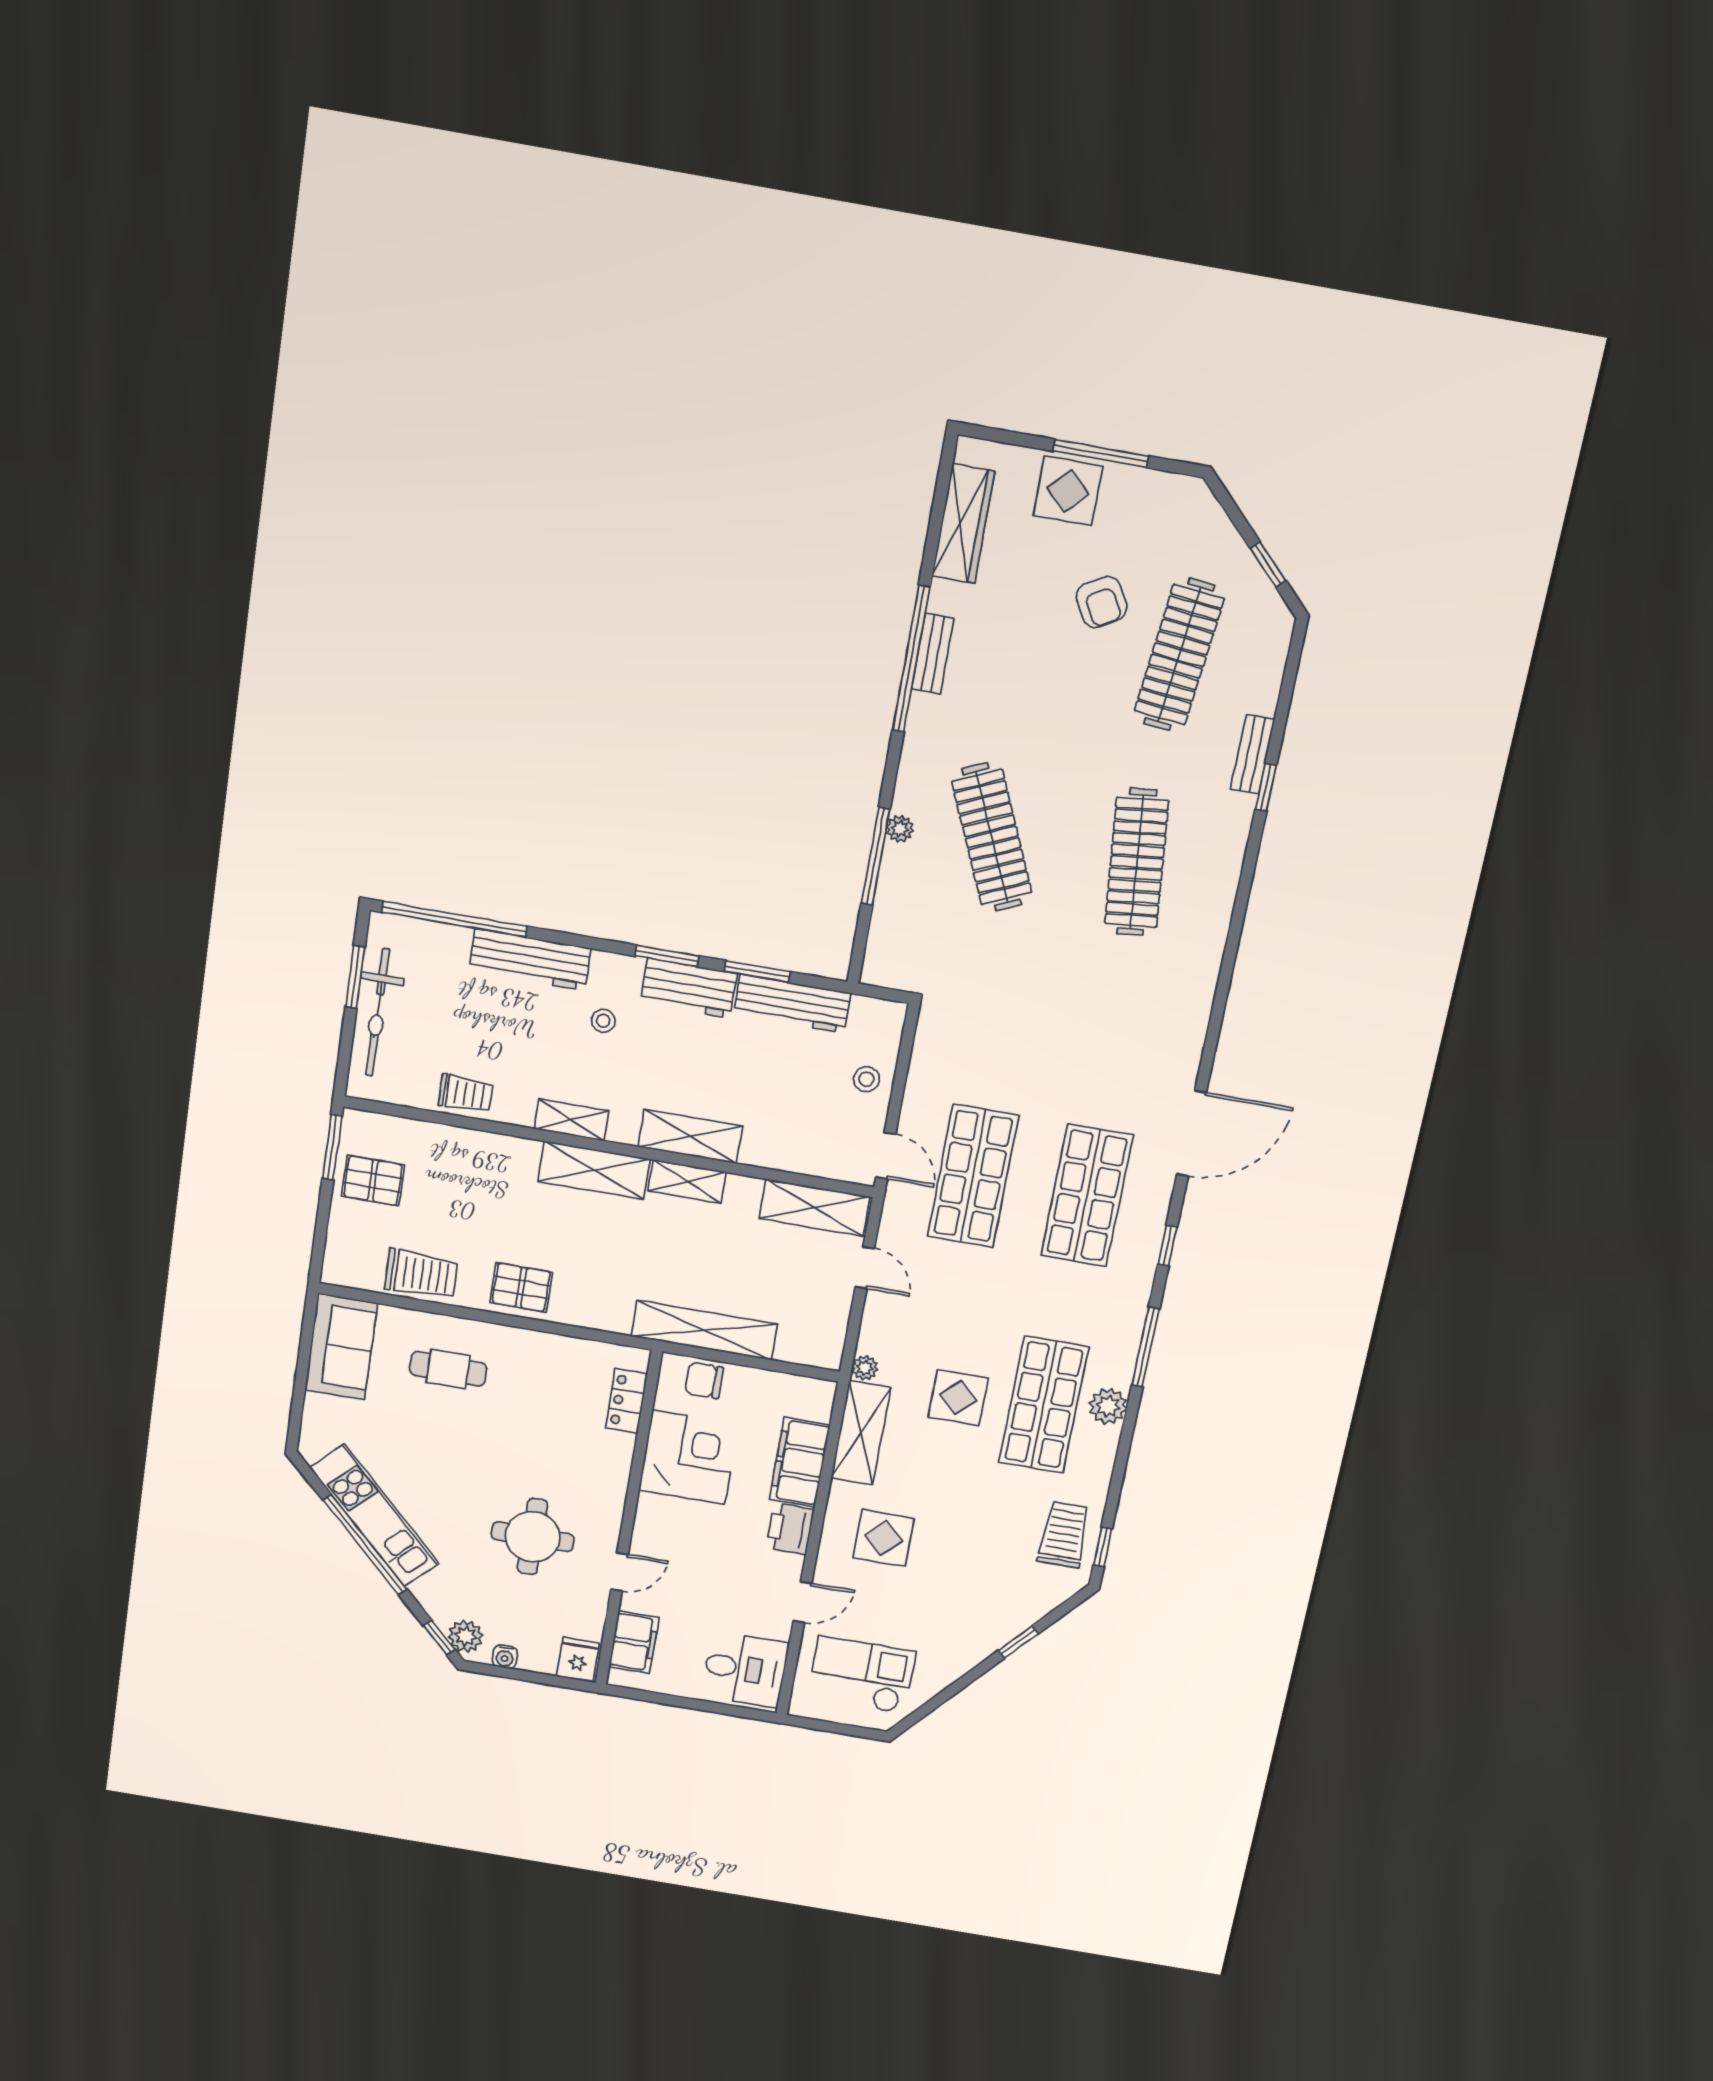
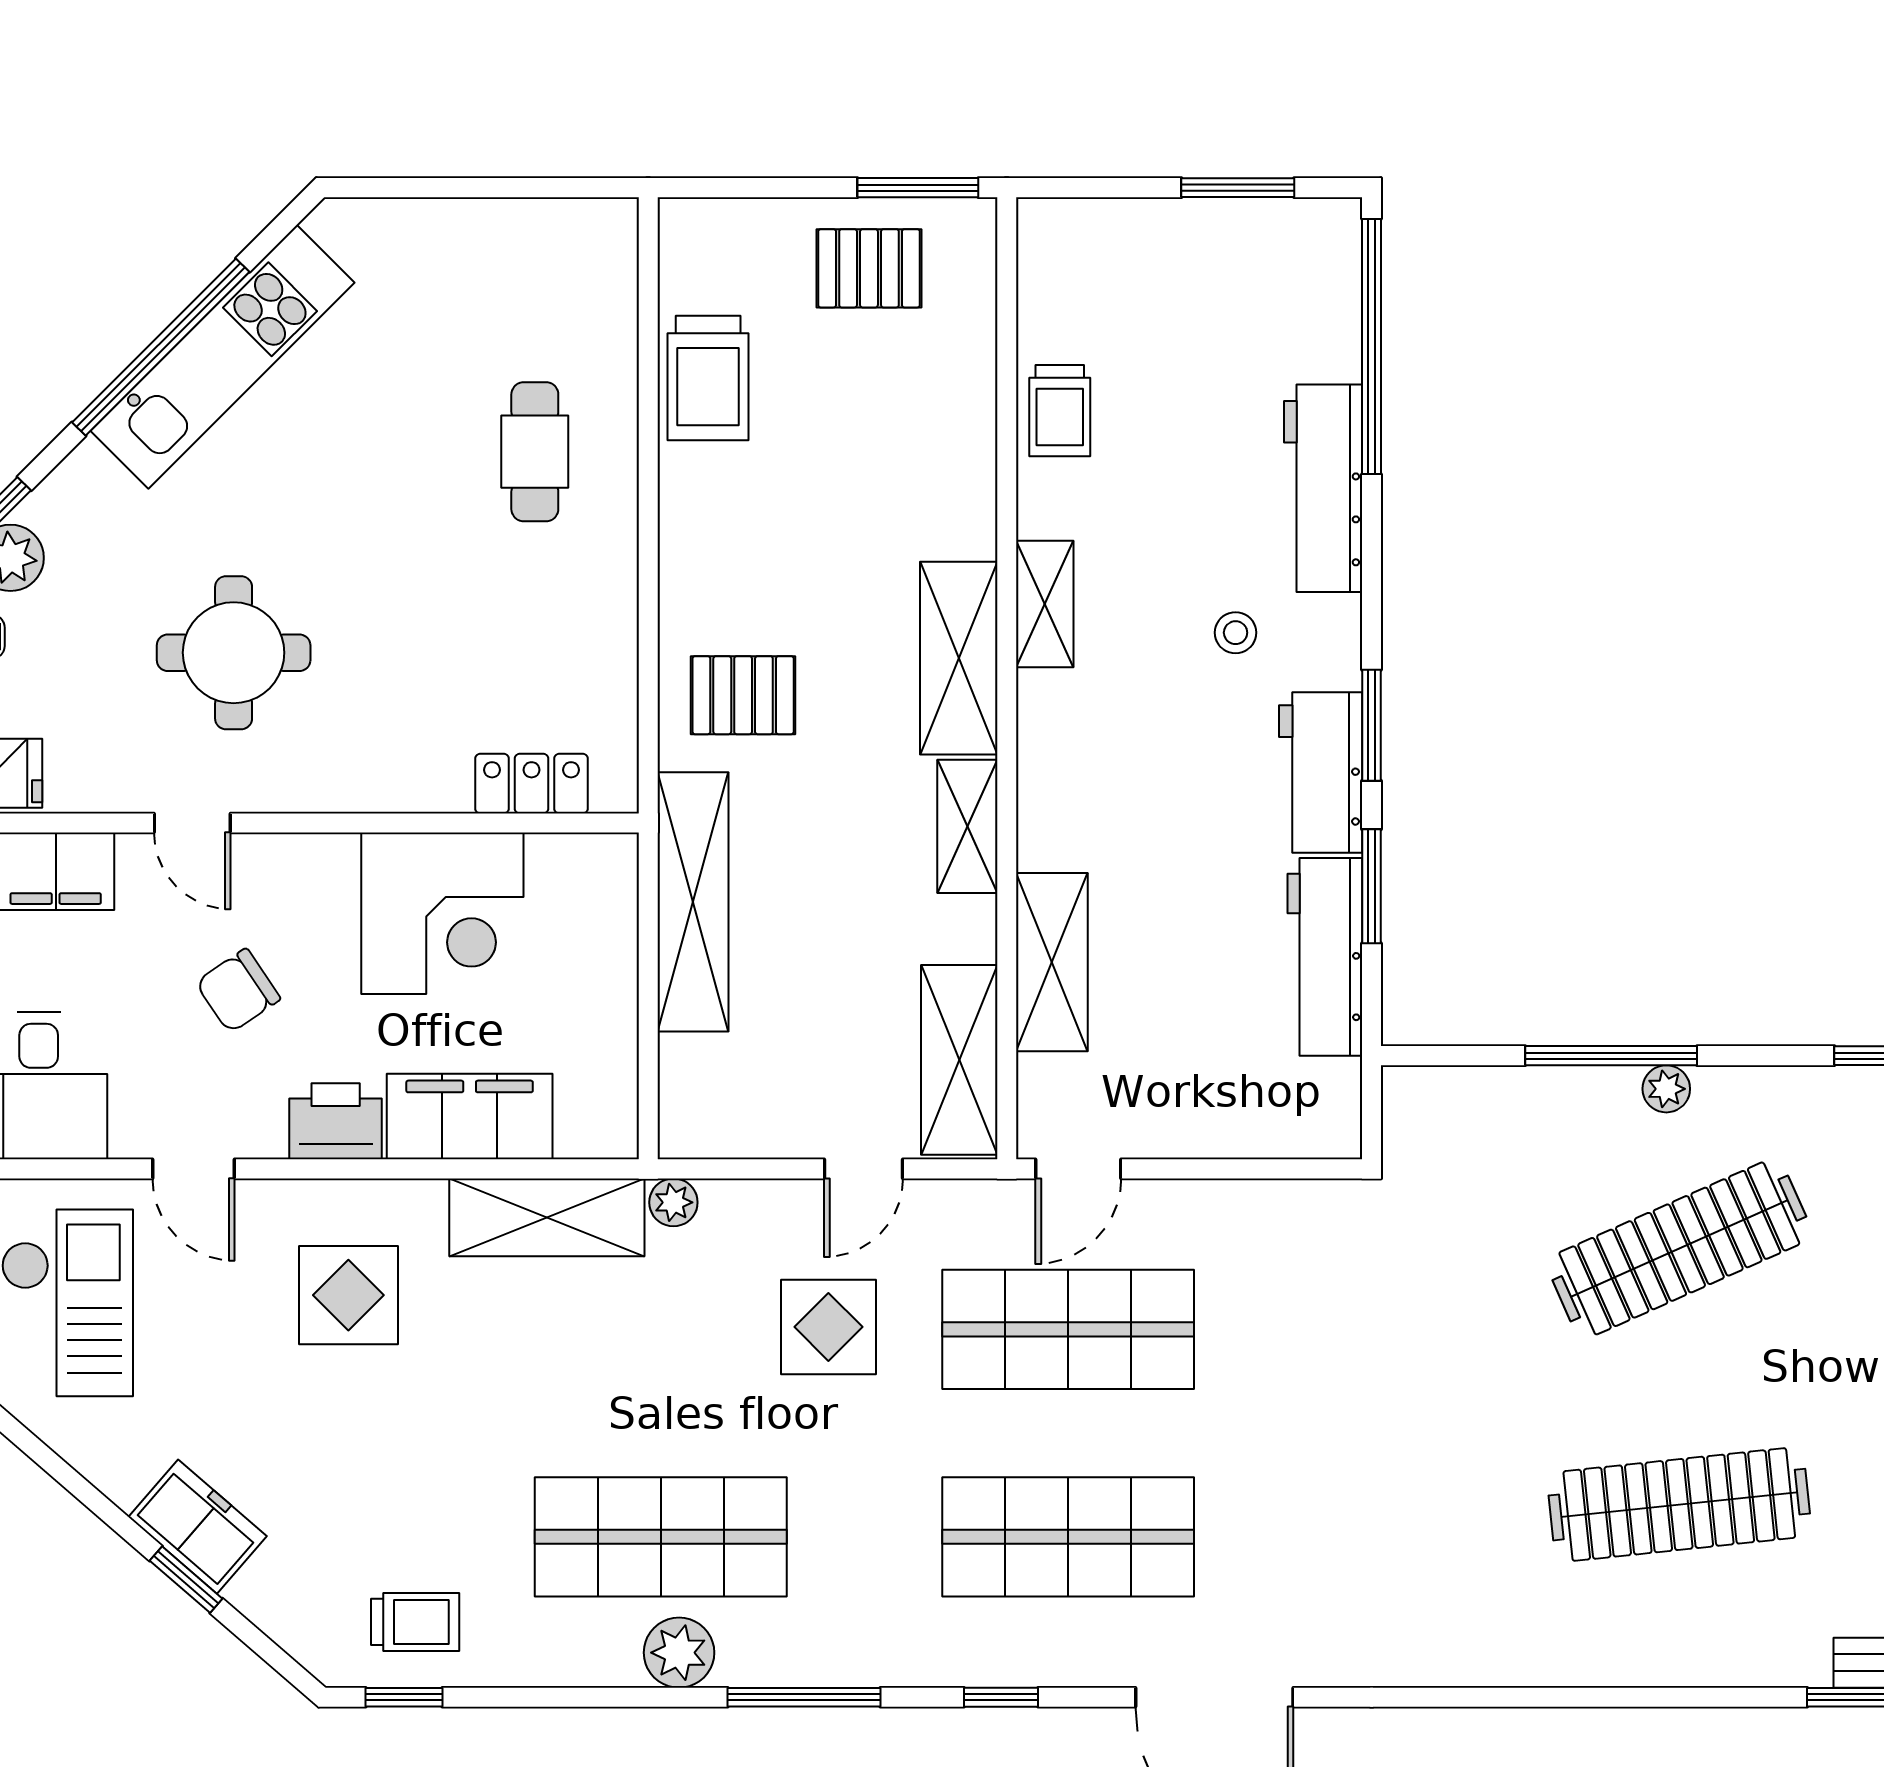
bicycle: (378, 1012) -> (1180, 235), removed
stool: (866, 1079) -> (1212, 1110), removed
shelving: (690, 1136) -> (1052, 962), moved
pallet: (373, 1181) -> (869, 268), turned 90
pallet: (521, 1287) -> (743, 695), moved, turned 90
sofa: (341, 1347) -> (543, 252), removed
chair: (704, 1380) -> (238, 991), moved, turned -124
display table: (958, 1398) -> (828, 1327), moved
trolley: (1064, 1535) -> (415, 1622), width x0.73, depth x0.72
freezer: (991, 1632) -> (198, 1527), added

